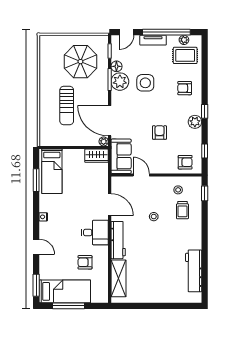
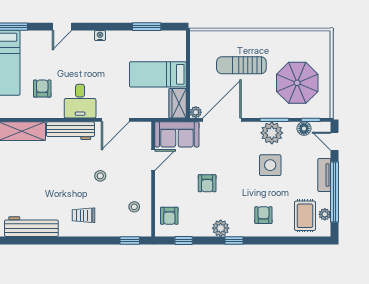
floor lamp: (116, 66) -> (304, 129), moved
armchair: (160, 132) -> (207, 183), turned 90
bed: (52, 171) -> (158, 74), moved
trolley: (182, 210) -> (84, 215), moved

